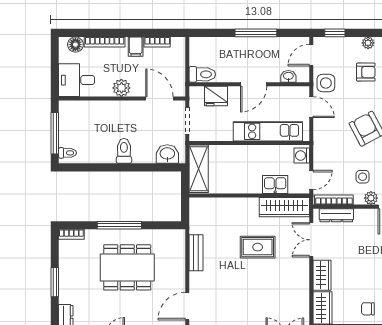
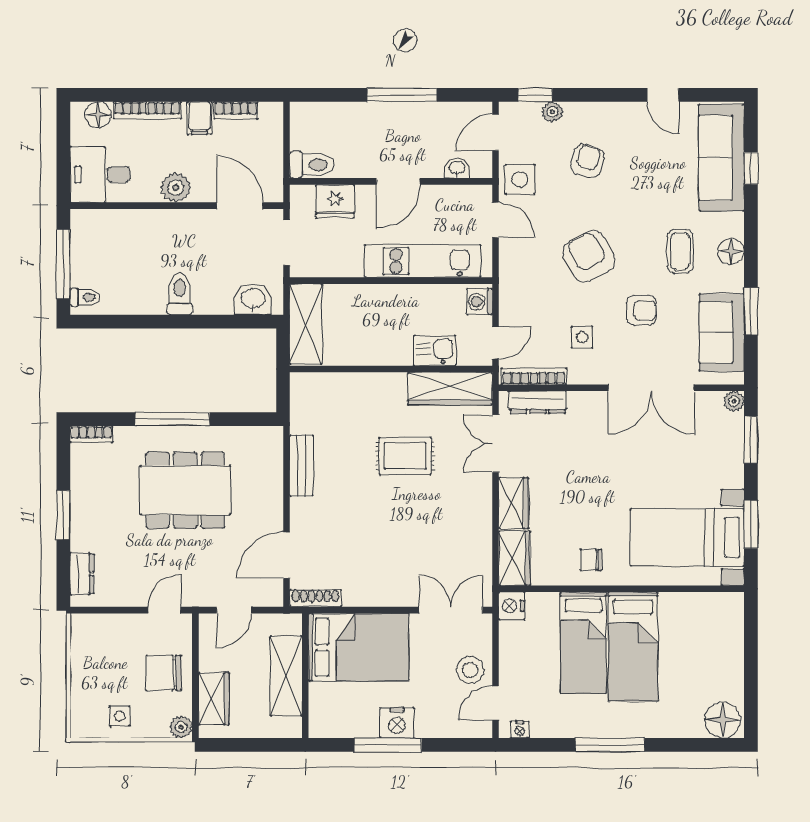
plant: (368, 43) -> (552, 112), moved
armchair: (366, 72) -> (587, 161), turned -73
plant: (371, 198) -> (596, 373), removed

